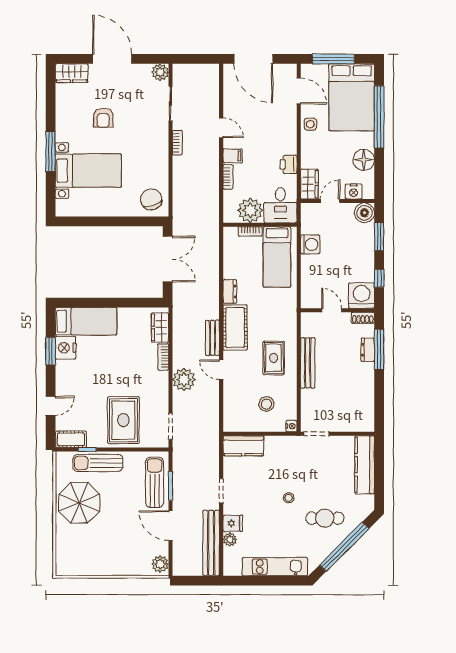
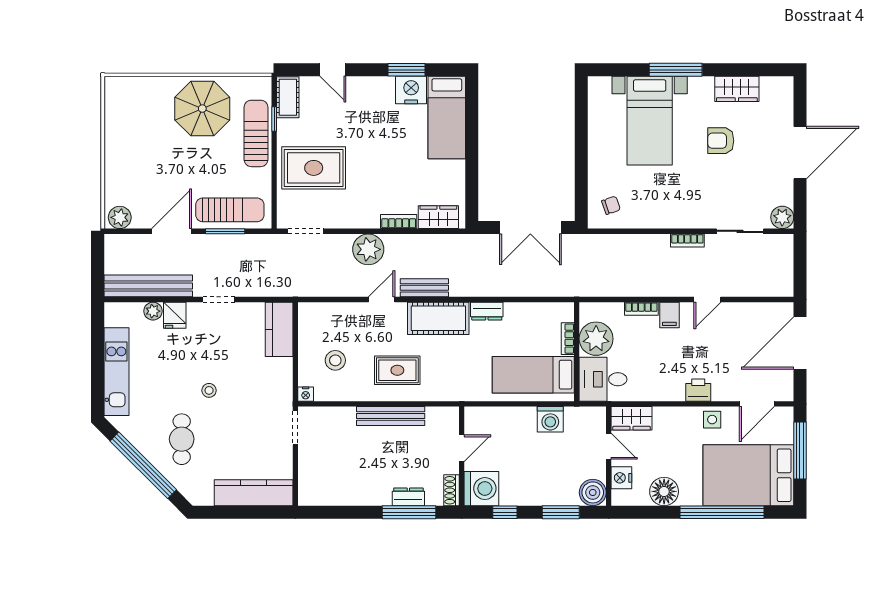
wardrobe: (72, 73) -> (737, 89), moved, turned -90
printer: (288, 164) -> (698, 390), moved
chair: (151, 199) -> (611, 205), width x0.54, depth x0.54

